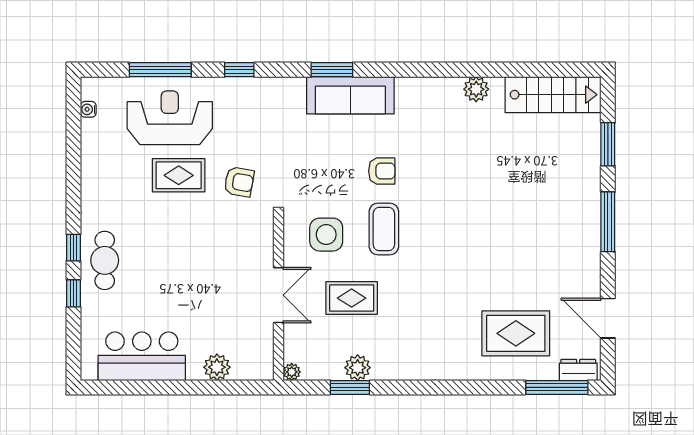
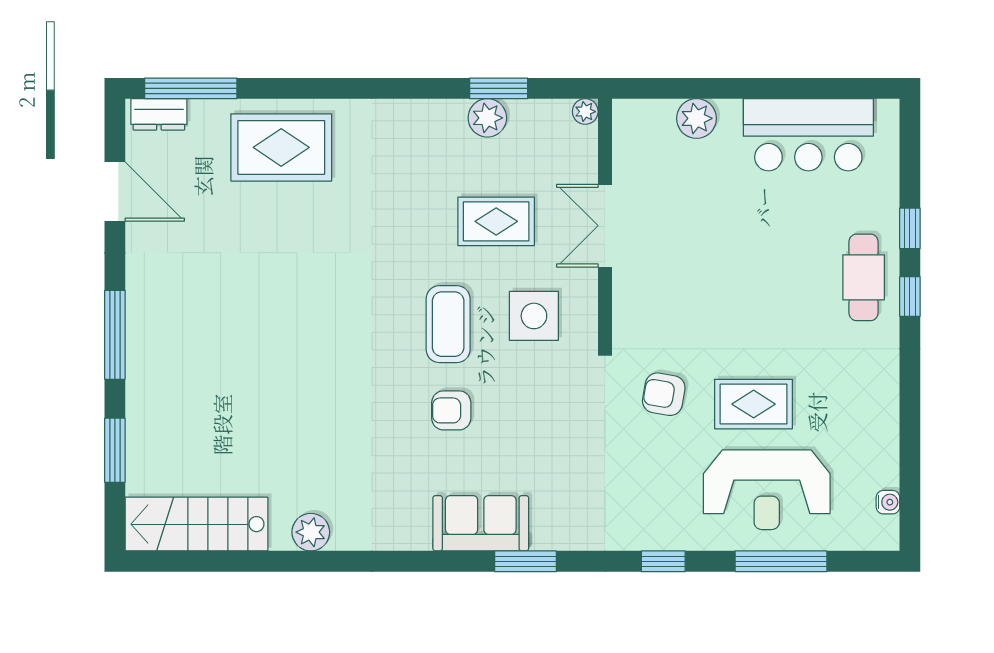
sofa: (350, 95) -> (481, 523), width x0.73
rug: (516, 333) -> (281, 147), moved

